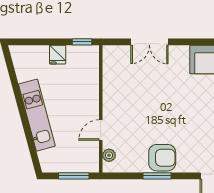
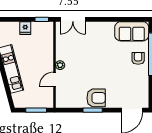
double door: (149, 42) -> (73, 19), moved
plant: (109, 155) -> (60, 65), moved

